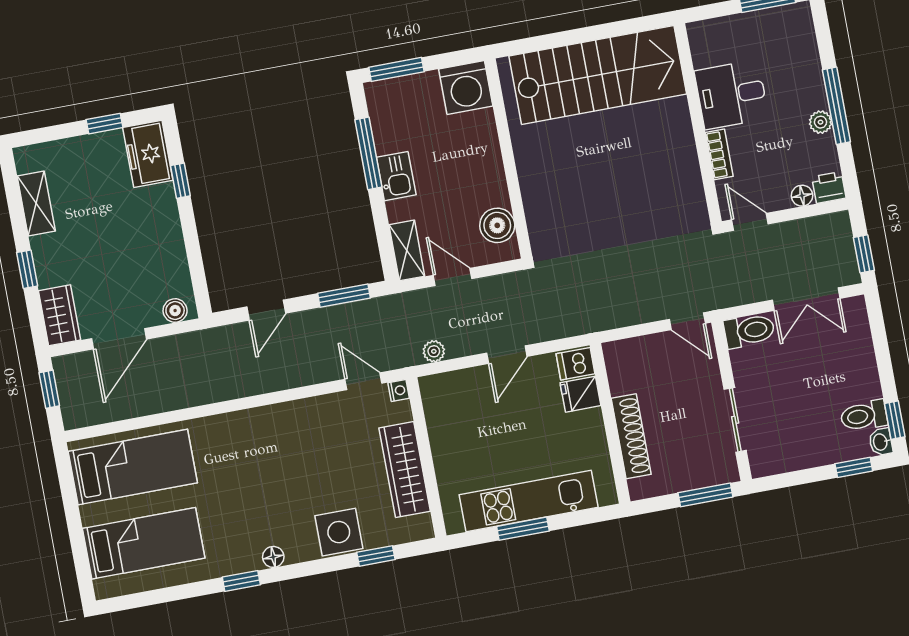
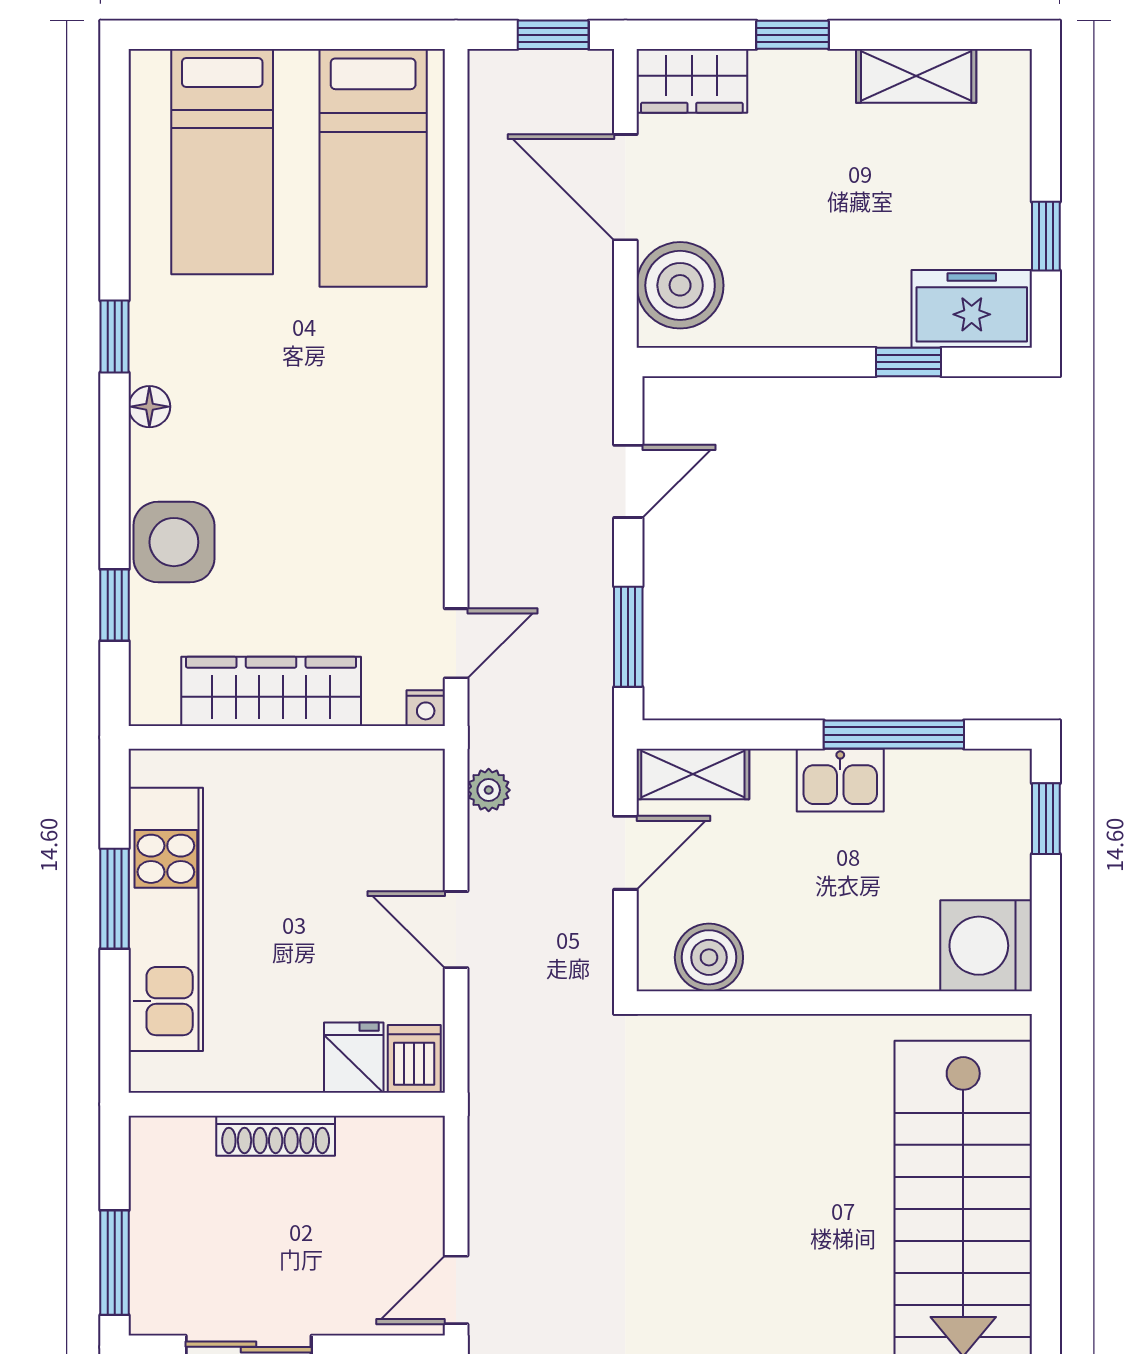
window: (396, 69) -> (1046, 819), width x0.67
door: (266, 310) -> (628, 481), swing flipped
boiler: (175, 311) -> (680, 285), width x1.86, depth x1.86
shoe rack: (631, 436) -> (276, 1136), width x0.74, depth x0.81

